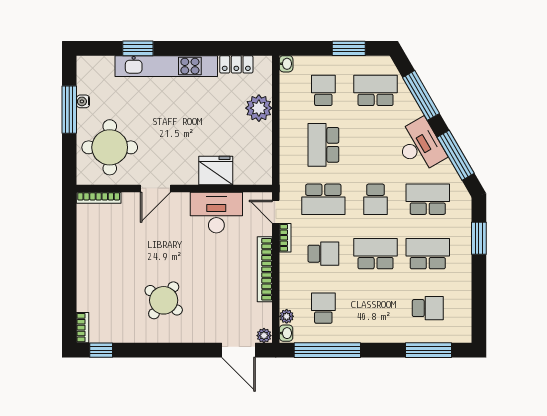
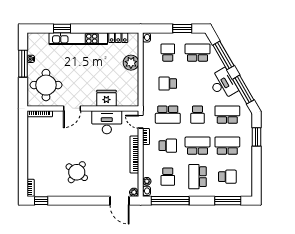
school desk: (323, 145) -> (168, 84), width x0.54
school desk: (323, 308) -> (168, 177), turned 180
school desk: (376, 308) -> (198, 177), added

